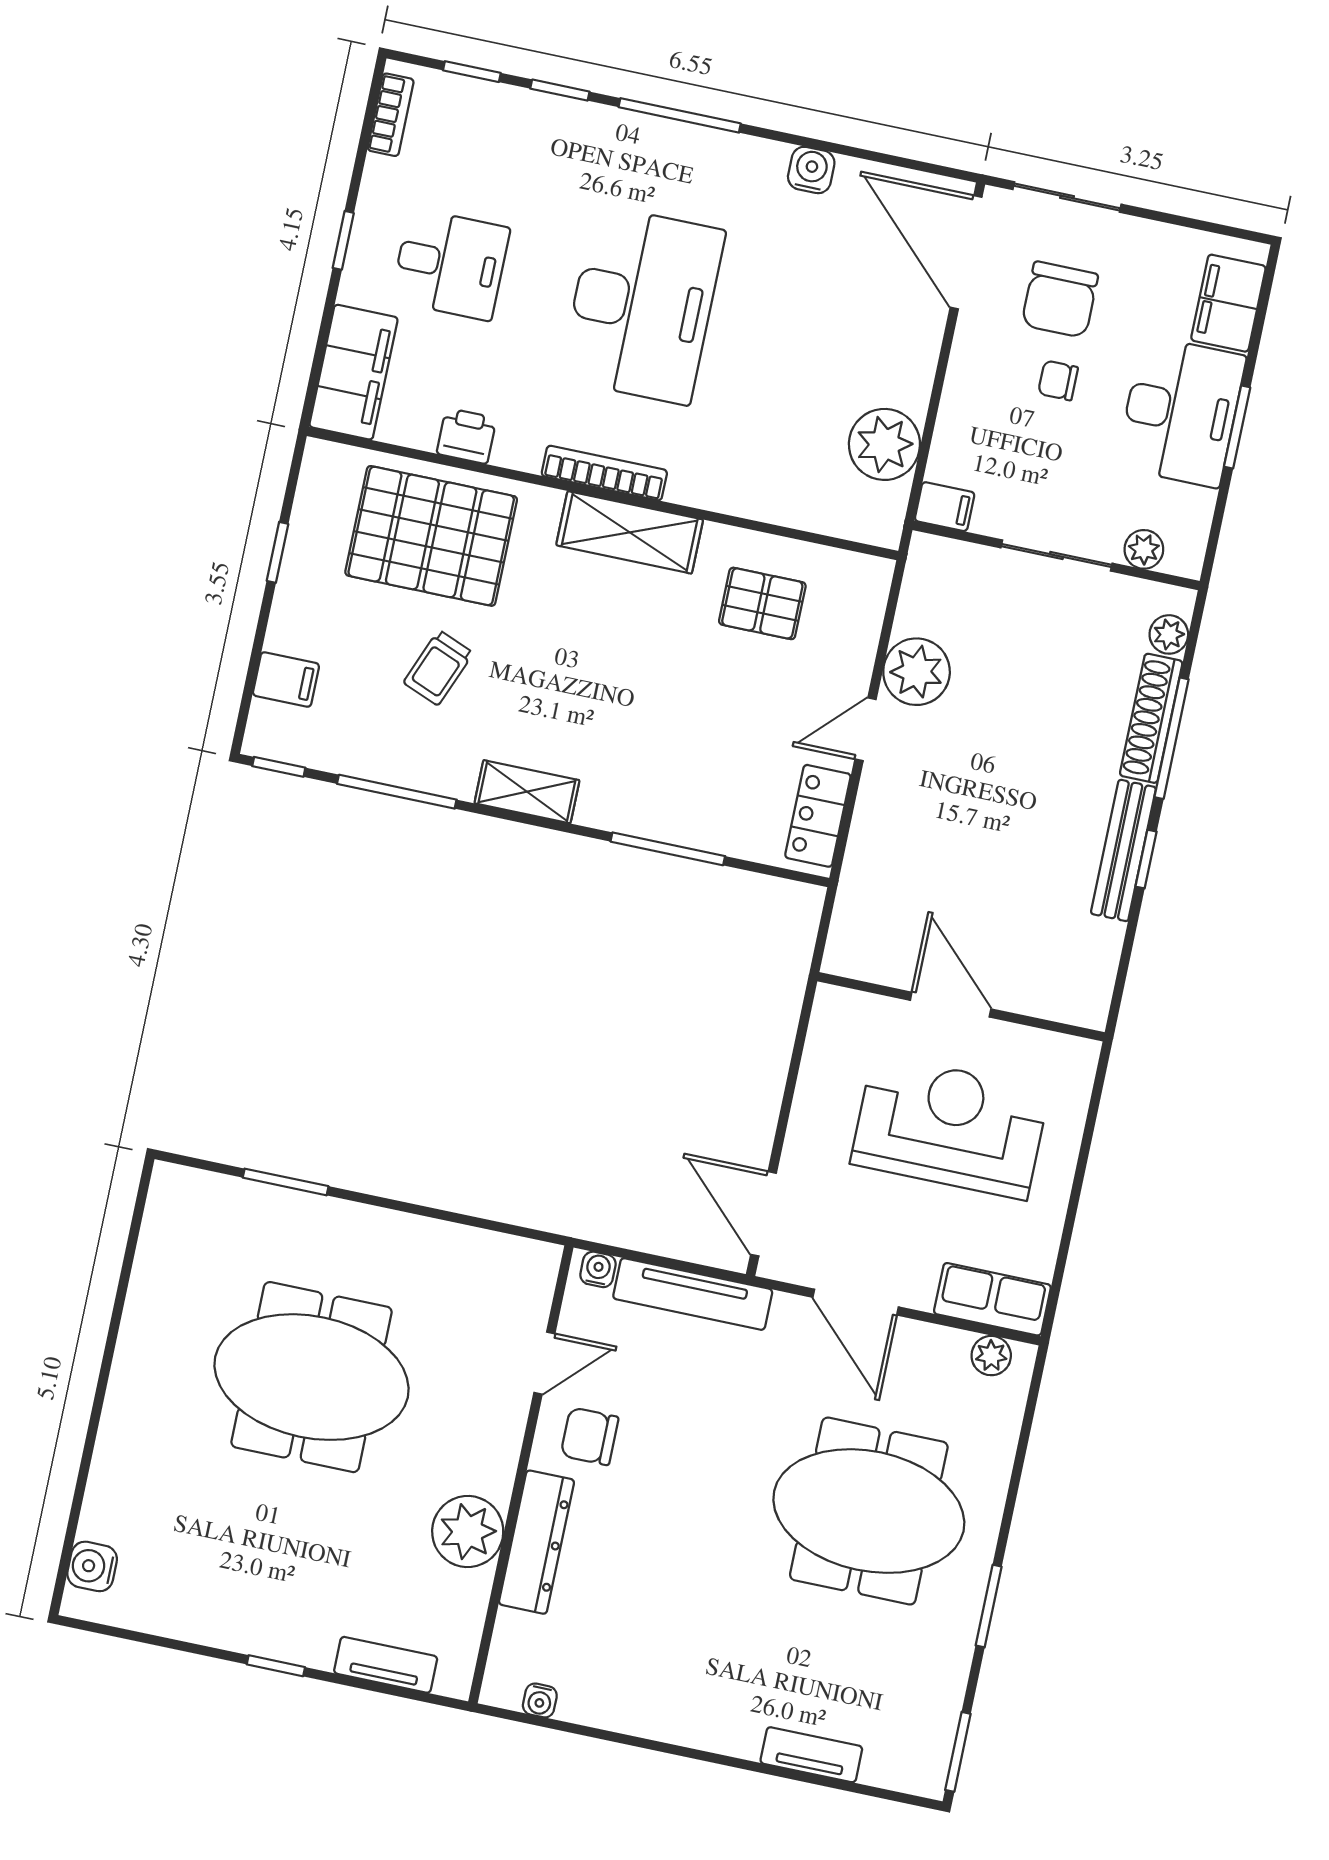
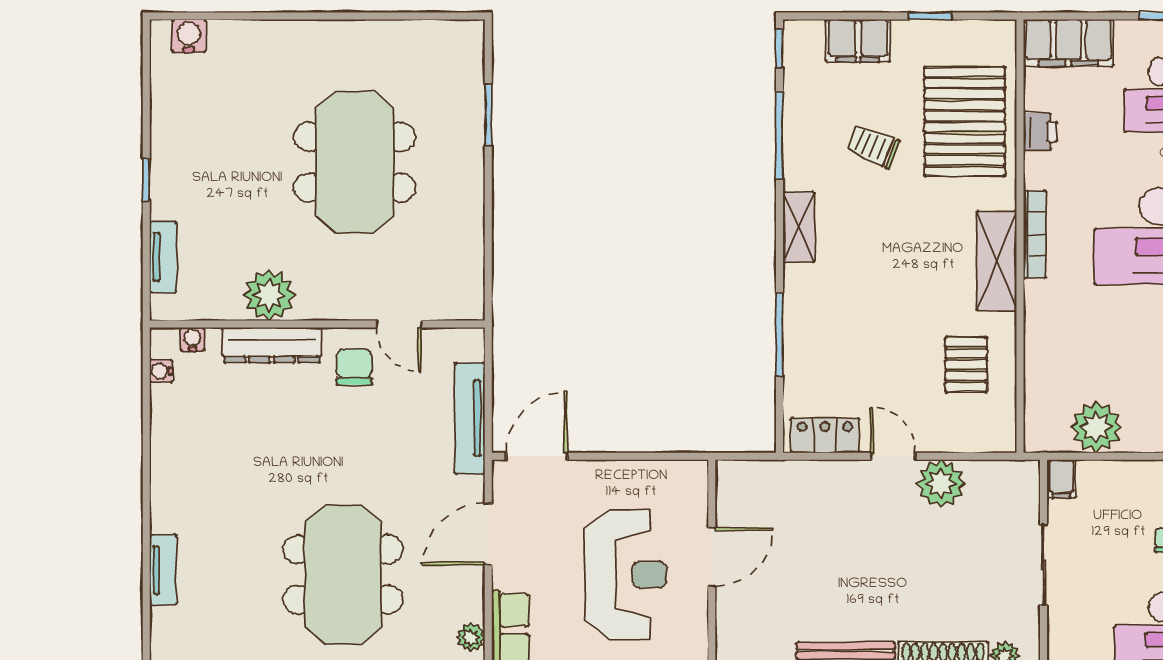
plant: (1144, 549) -> (1061, 625), removed
filing cabinet: (286, 679) -> (858, 41), width x2.00
water cooler: (598, 1269) -> (192, 339), moved, turned -90

